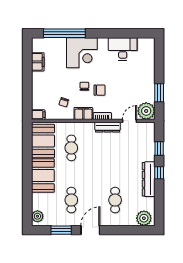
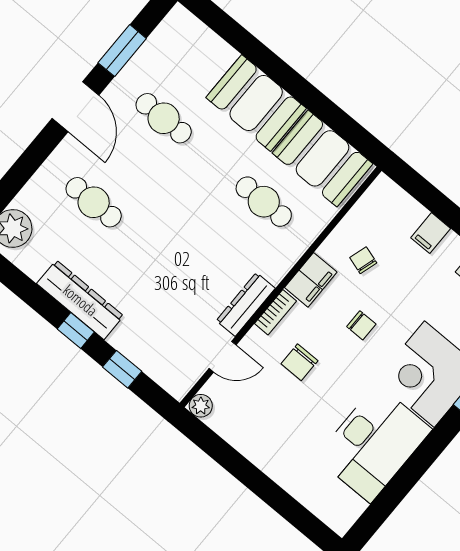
desk: (123, 49) -> (374, 443), width x1.36, depth x1.30
chair: (99, 90) -> (299, 362), moved
window: (159, 93) -> (229, 458), removed
plant: (146, 111) -> (201, 406), width x0.53, depth x0.53
filing cabinet: (38, 115) -> (431, 233), moved
door: (130, 121) -> (223, 357), hinge flipped
plant: (37, 216) -> (187, 27), removed

